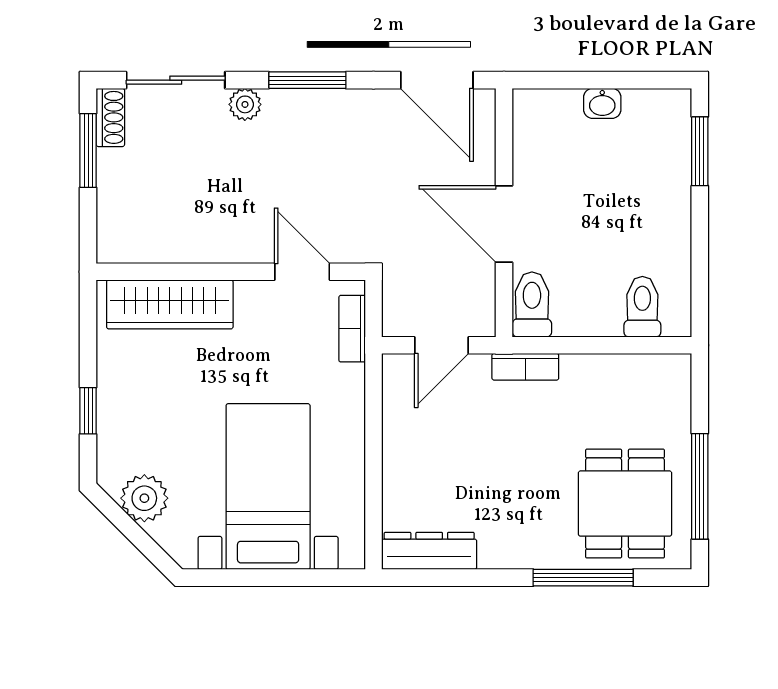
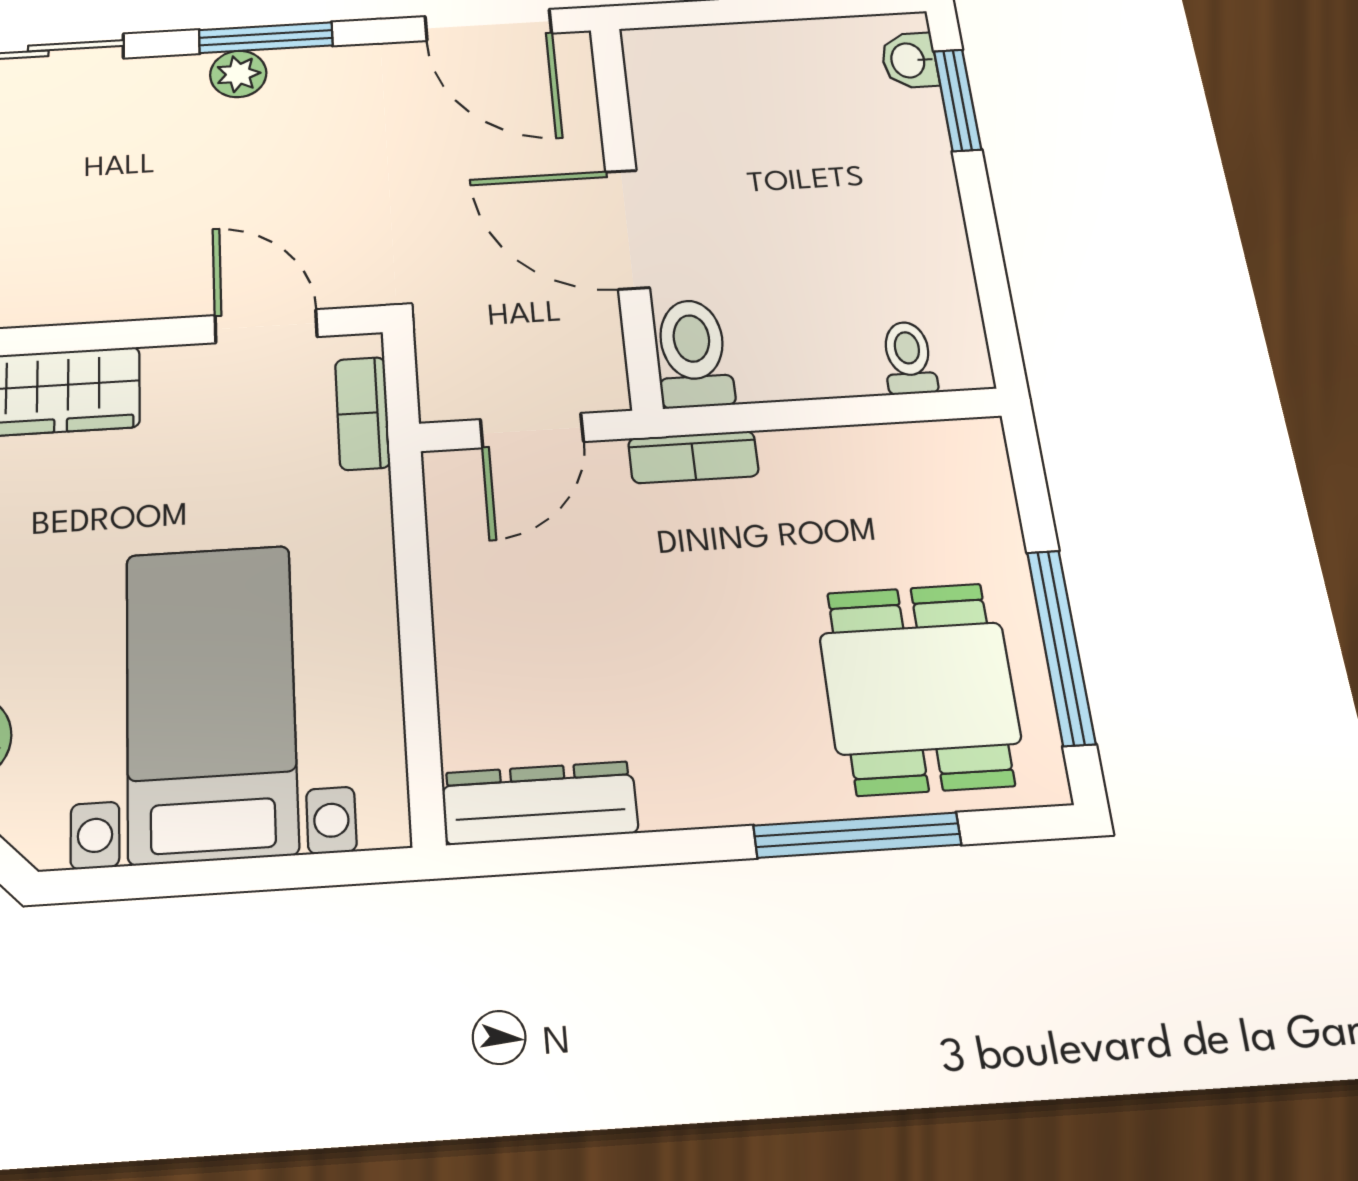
washbasin: (602, 103) -> (909, 60), moved, turned 90
plant: (245, 104) -> (238, 74), moved
toilet: (642, 307) -> (909, 358), width x0.73, depth x0.72

